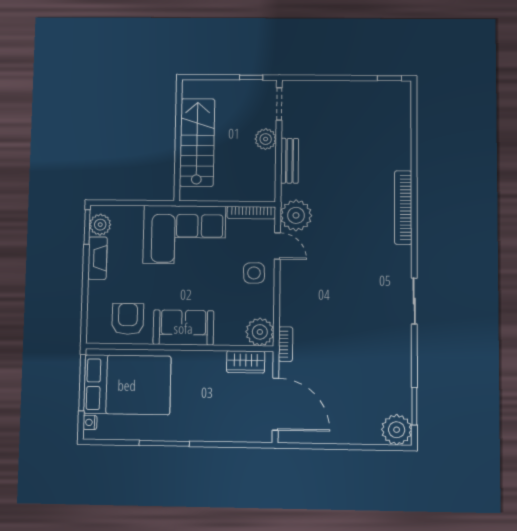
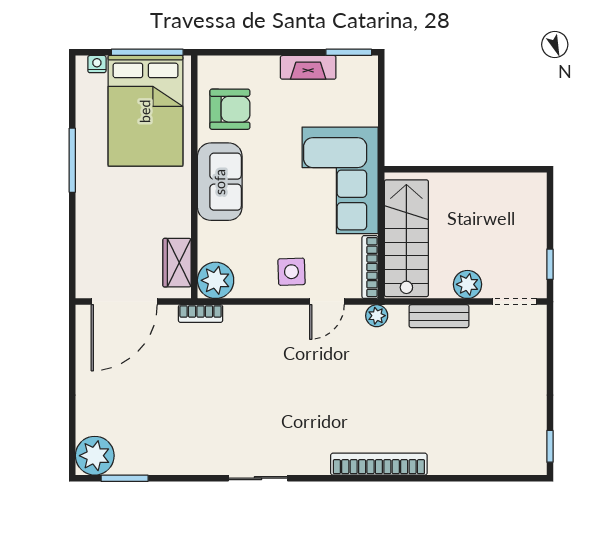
stairs: (197, 142) -> (406, 238), moved, turned -90
plant: (296, 215) -> (377, 316), width x0.53, depth x0.53
plant: (100, 225) -> (352, 70), removed

